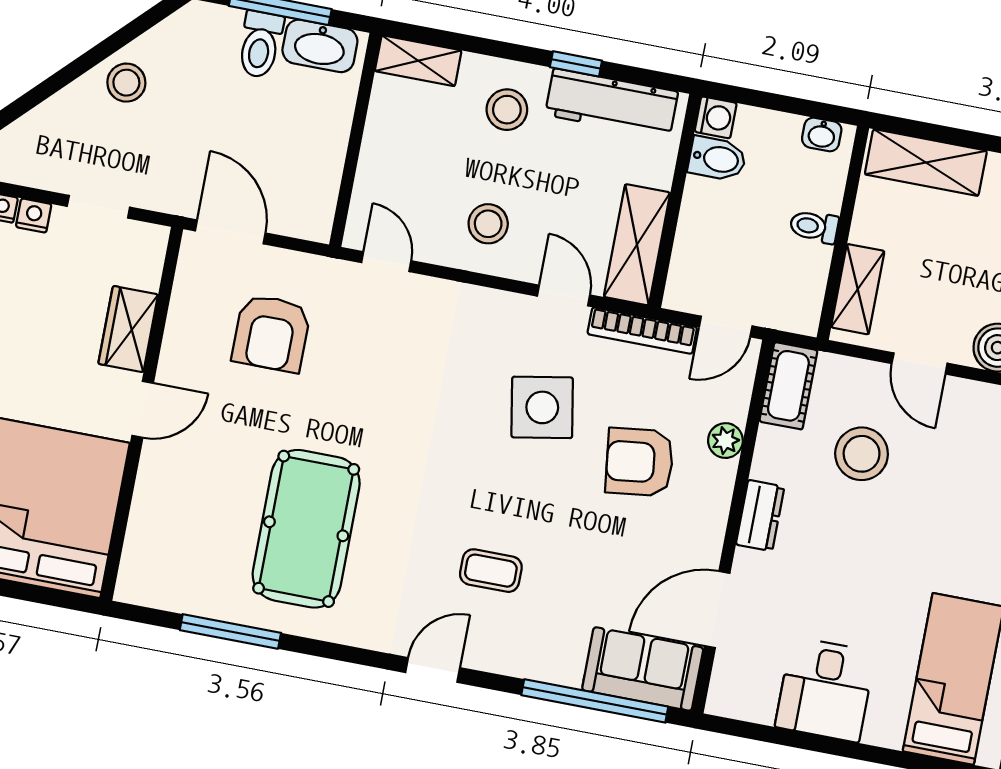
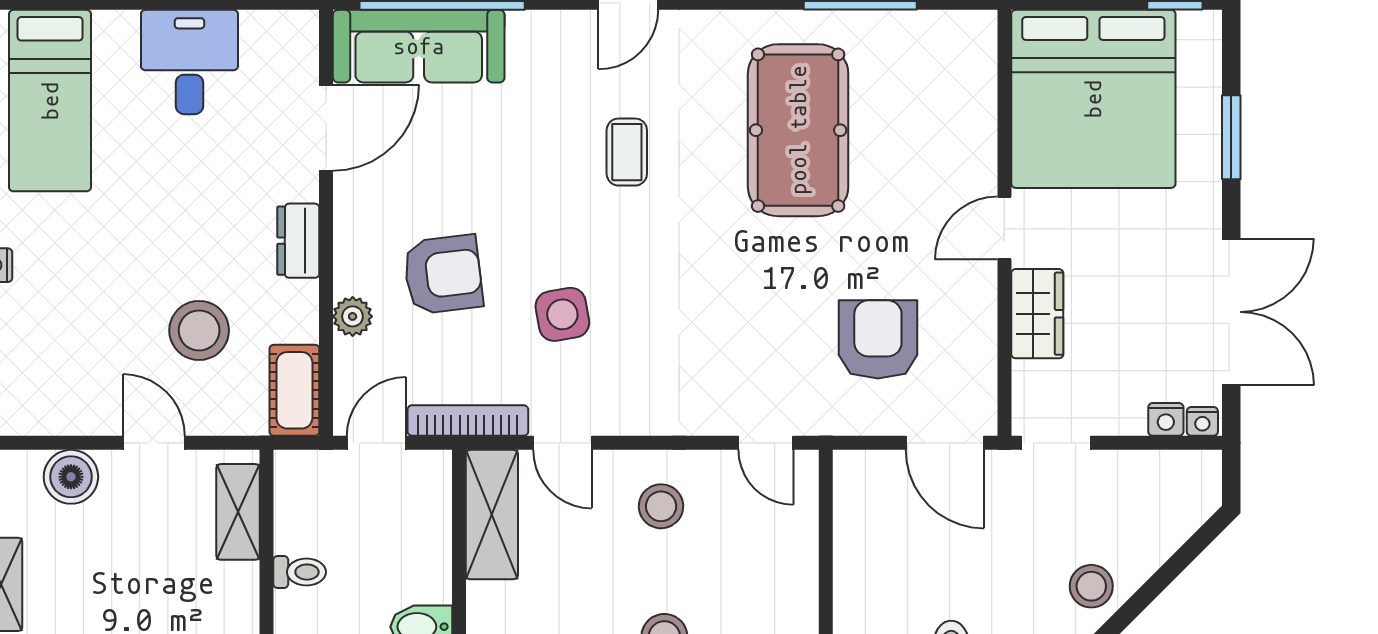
doorway: (98, 207) -> (1056, 443), moved
side table: (542, 407) -> (562, 314), width x0.73, depth x0.73
coffee table: (491, 571) -> (627, 152), moved, turned 90
sofa: (643, 669) -> (419, 46), width x1.36

